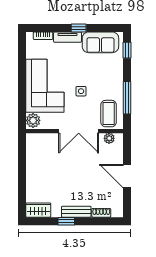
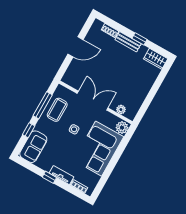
sofa: (100, 42) -> (33, 147), moved, turned 90
window: (127, 50) -> (29, 130), moved
coffee table: (109, 114) -> (57, 110), moved
plant: (109, 138) -> (121, 110), moved
door: (127, 176) -> (76, 47), hinge flipped

